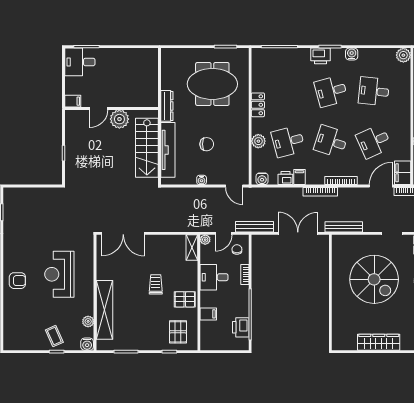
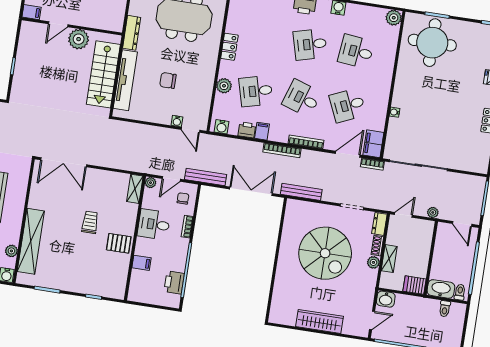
chair: (207, 144) -> (168, 80), turned 180
water cooler: (202, 180) -> (177, 121), moved
pallet: (178, 332) -> (106, 277), removed

